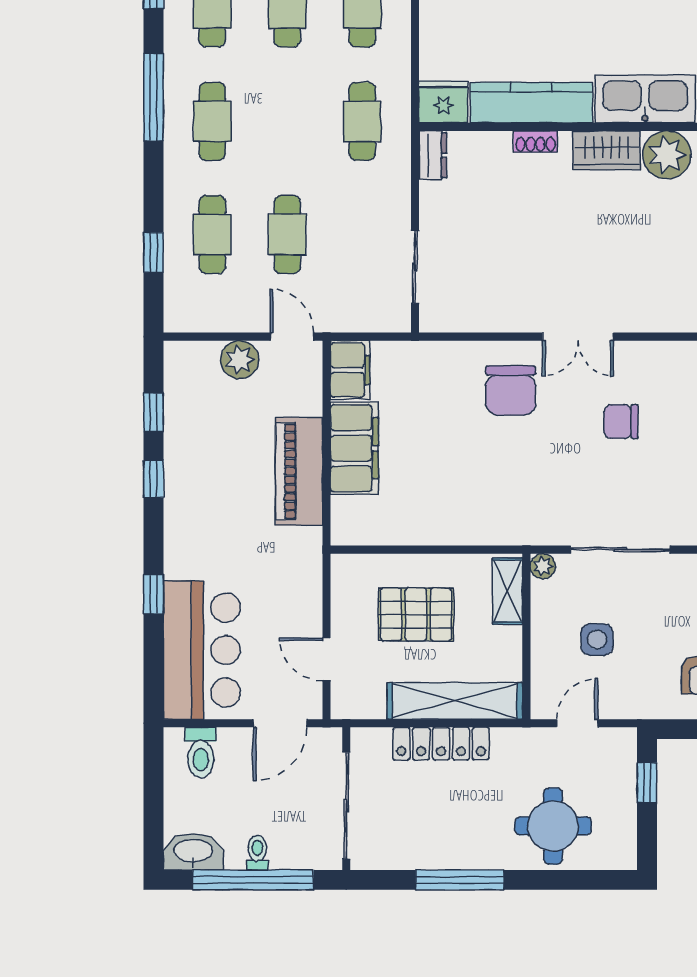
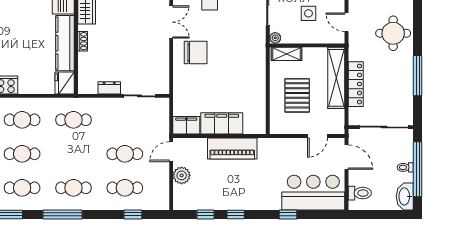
dresser: (433, 155) -> (109, 88), moved

